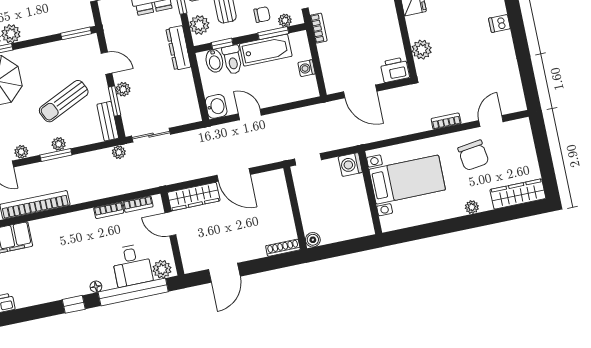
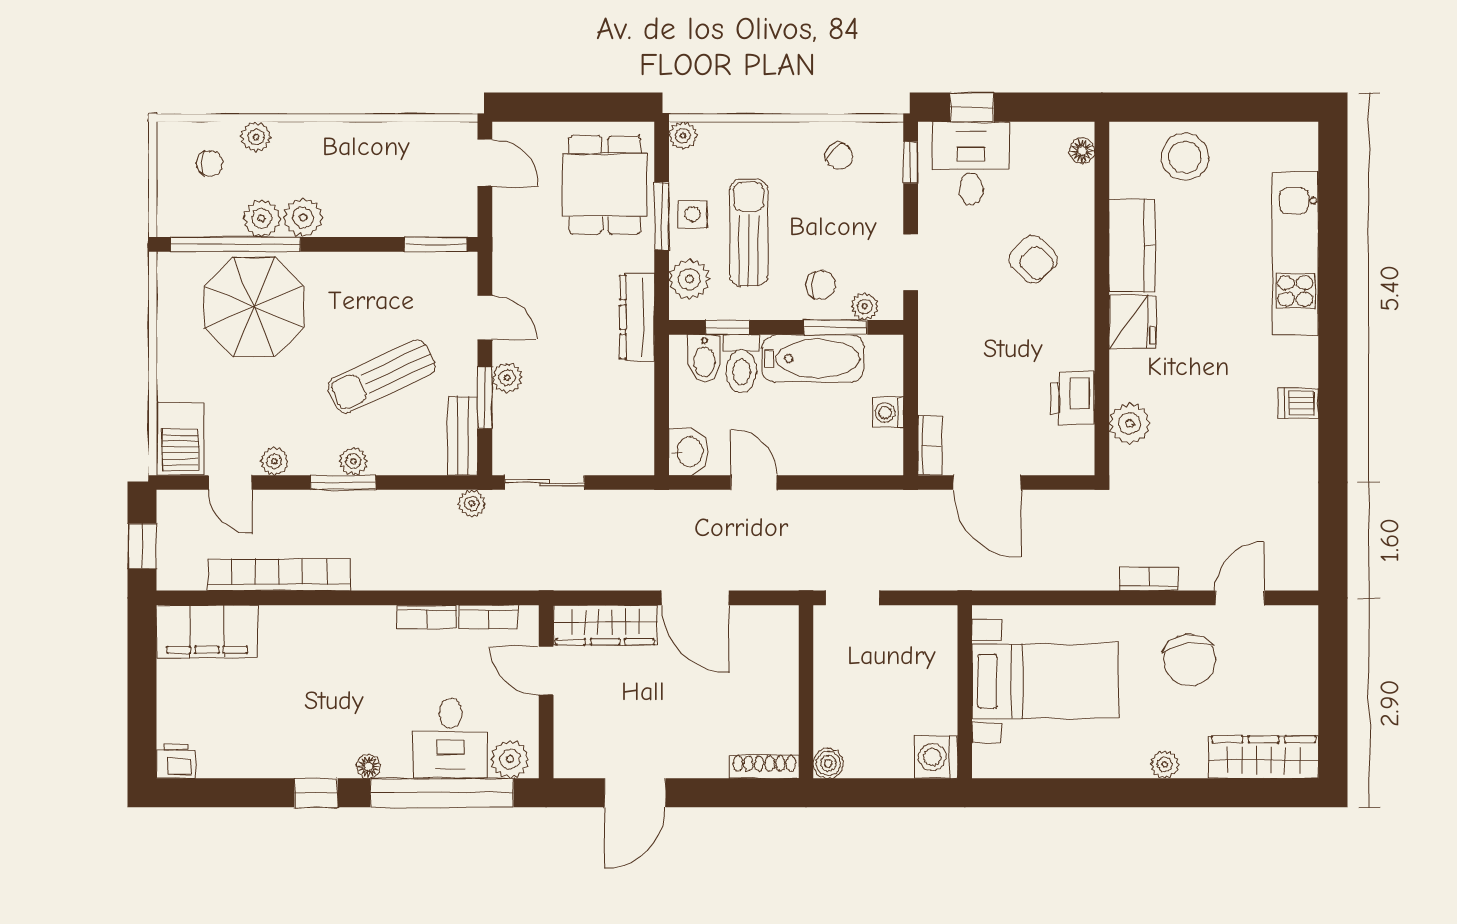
bookcase: (319, 28) -> (930, 445), moved
printer: (395, 70) -> (1073, 398), moved, turned -90
washing machine: (350, 165) -> (936, 757), moved

